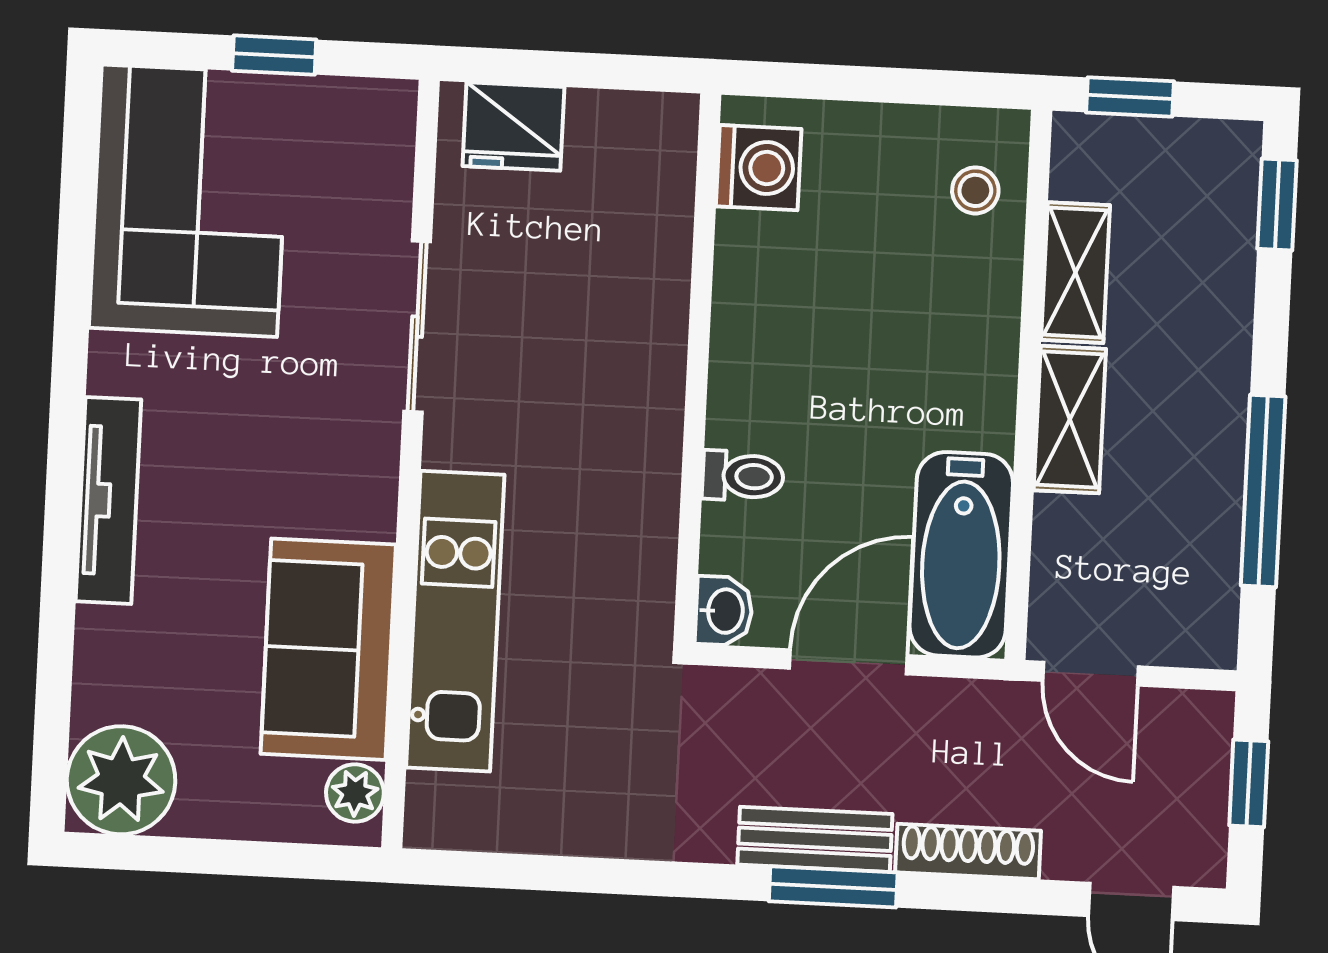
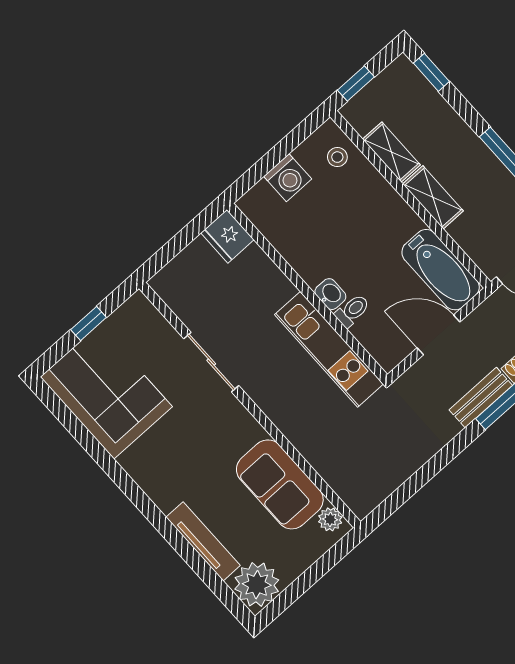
fridge: (513, 127) -> (227, 236), moved, turned 90
washing machine: (759, 168) -> (288, 178), moved, turned 90
tv unit: (108, 500) -> (203, 541), moved
washbasin: (724, 611) -> (330, 294), moved
kitchen unit: (455, 621) -> (329, 349), moved, turned 180
door: (848, 662) -> (438, 335), hinge flipped

